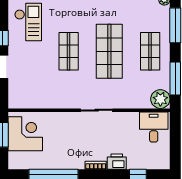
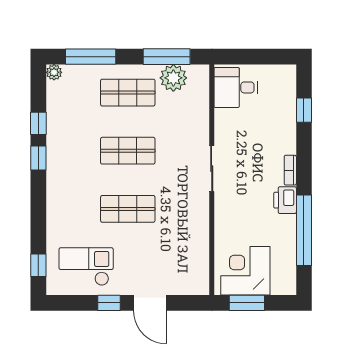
shop shelf: (109, 51) -> (128, 151), width x0.70, depth x0.74
plant: (160, 99) -> (173, 78), moved
printer: (117, 162) -> (285, 200), moved

